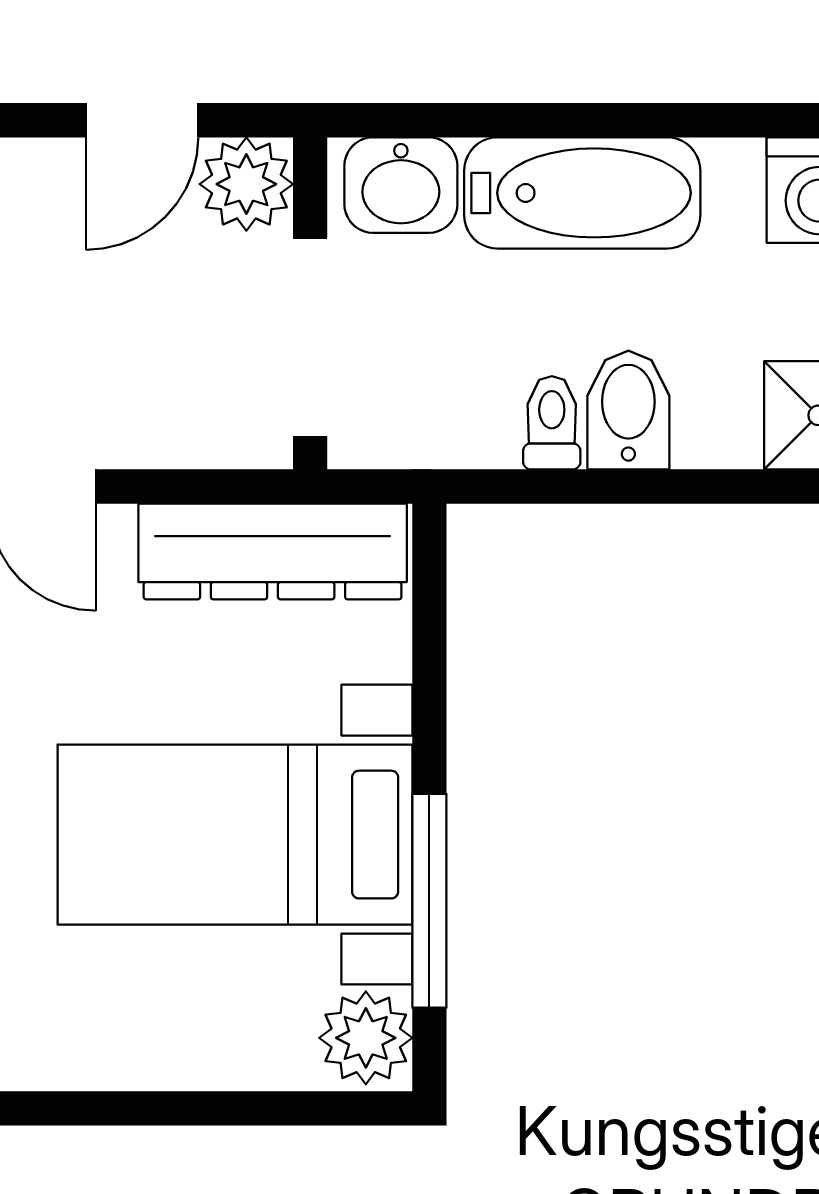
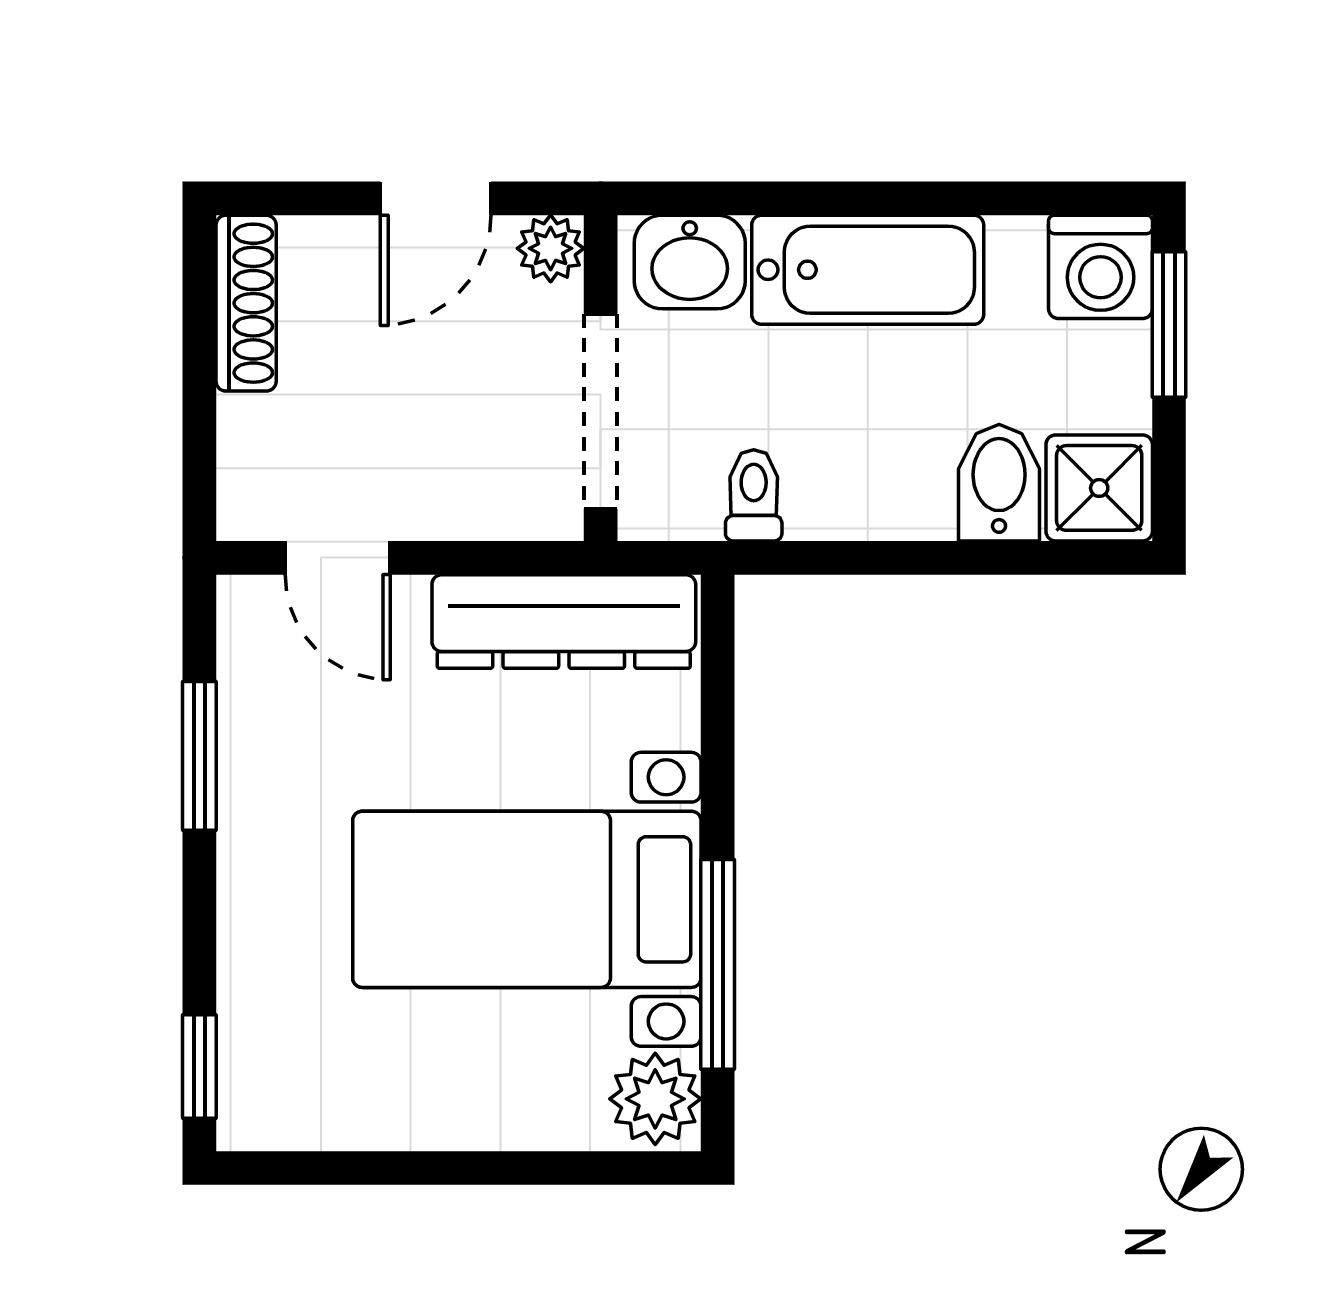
plant: (246, 184) -> (551, 248), width x0.73, depth x0.73
bidet: (628, 410) -> (999, 483), moved
toilet: (552, 423) -> (754, 495), moved

